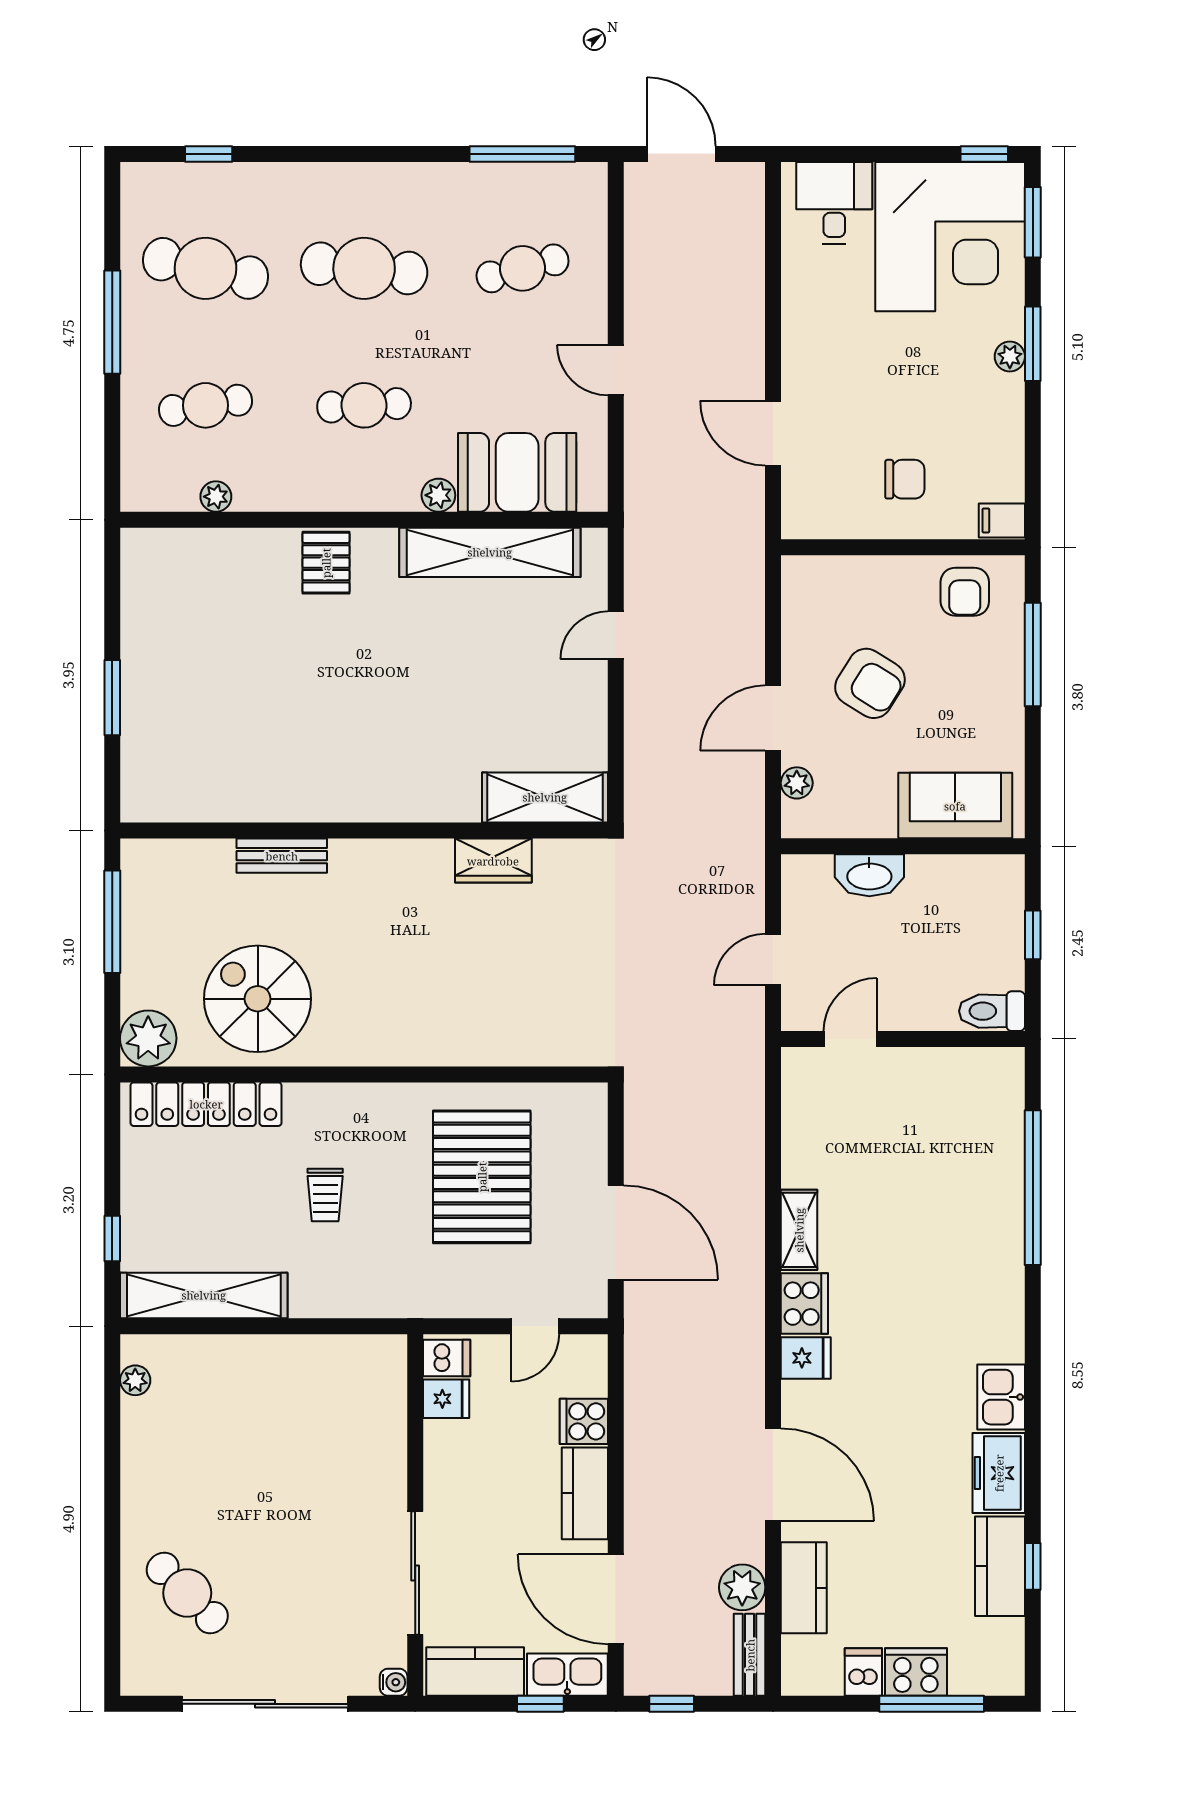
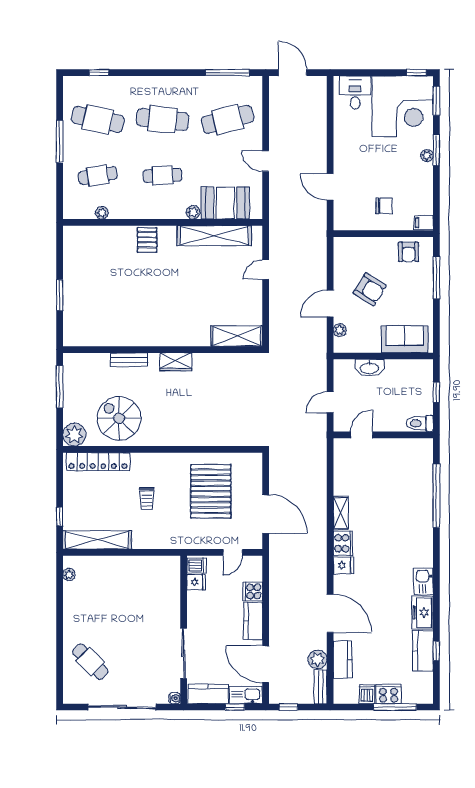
cafe table: (523, 268) -> (228, 119), width x1.37, depth x1.35
wardrobe: (493, 861) -> (176, 362), moved

